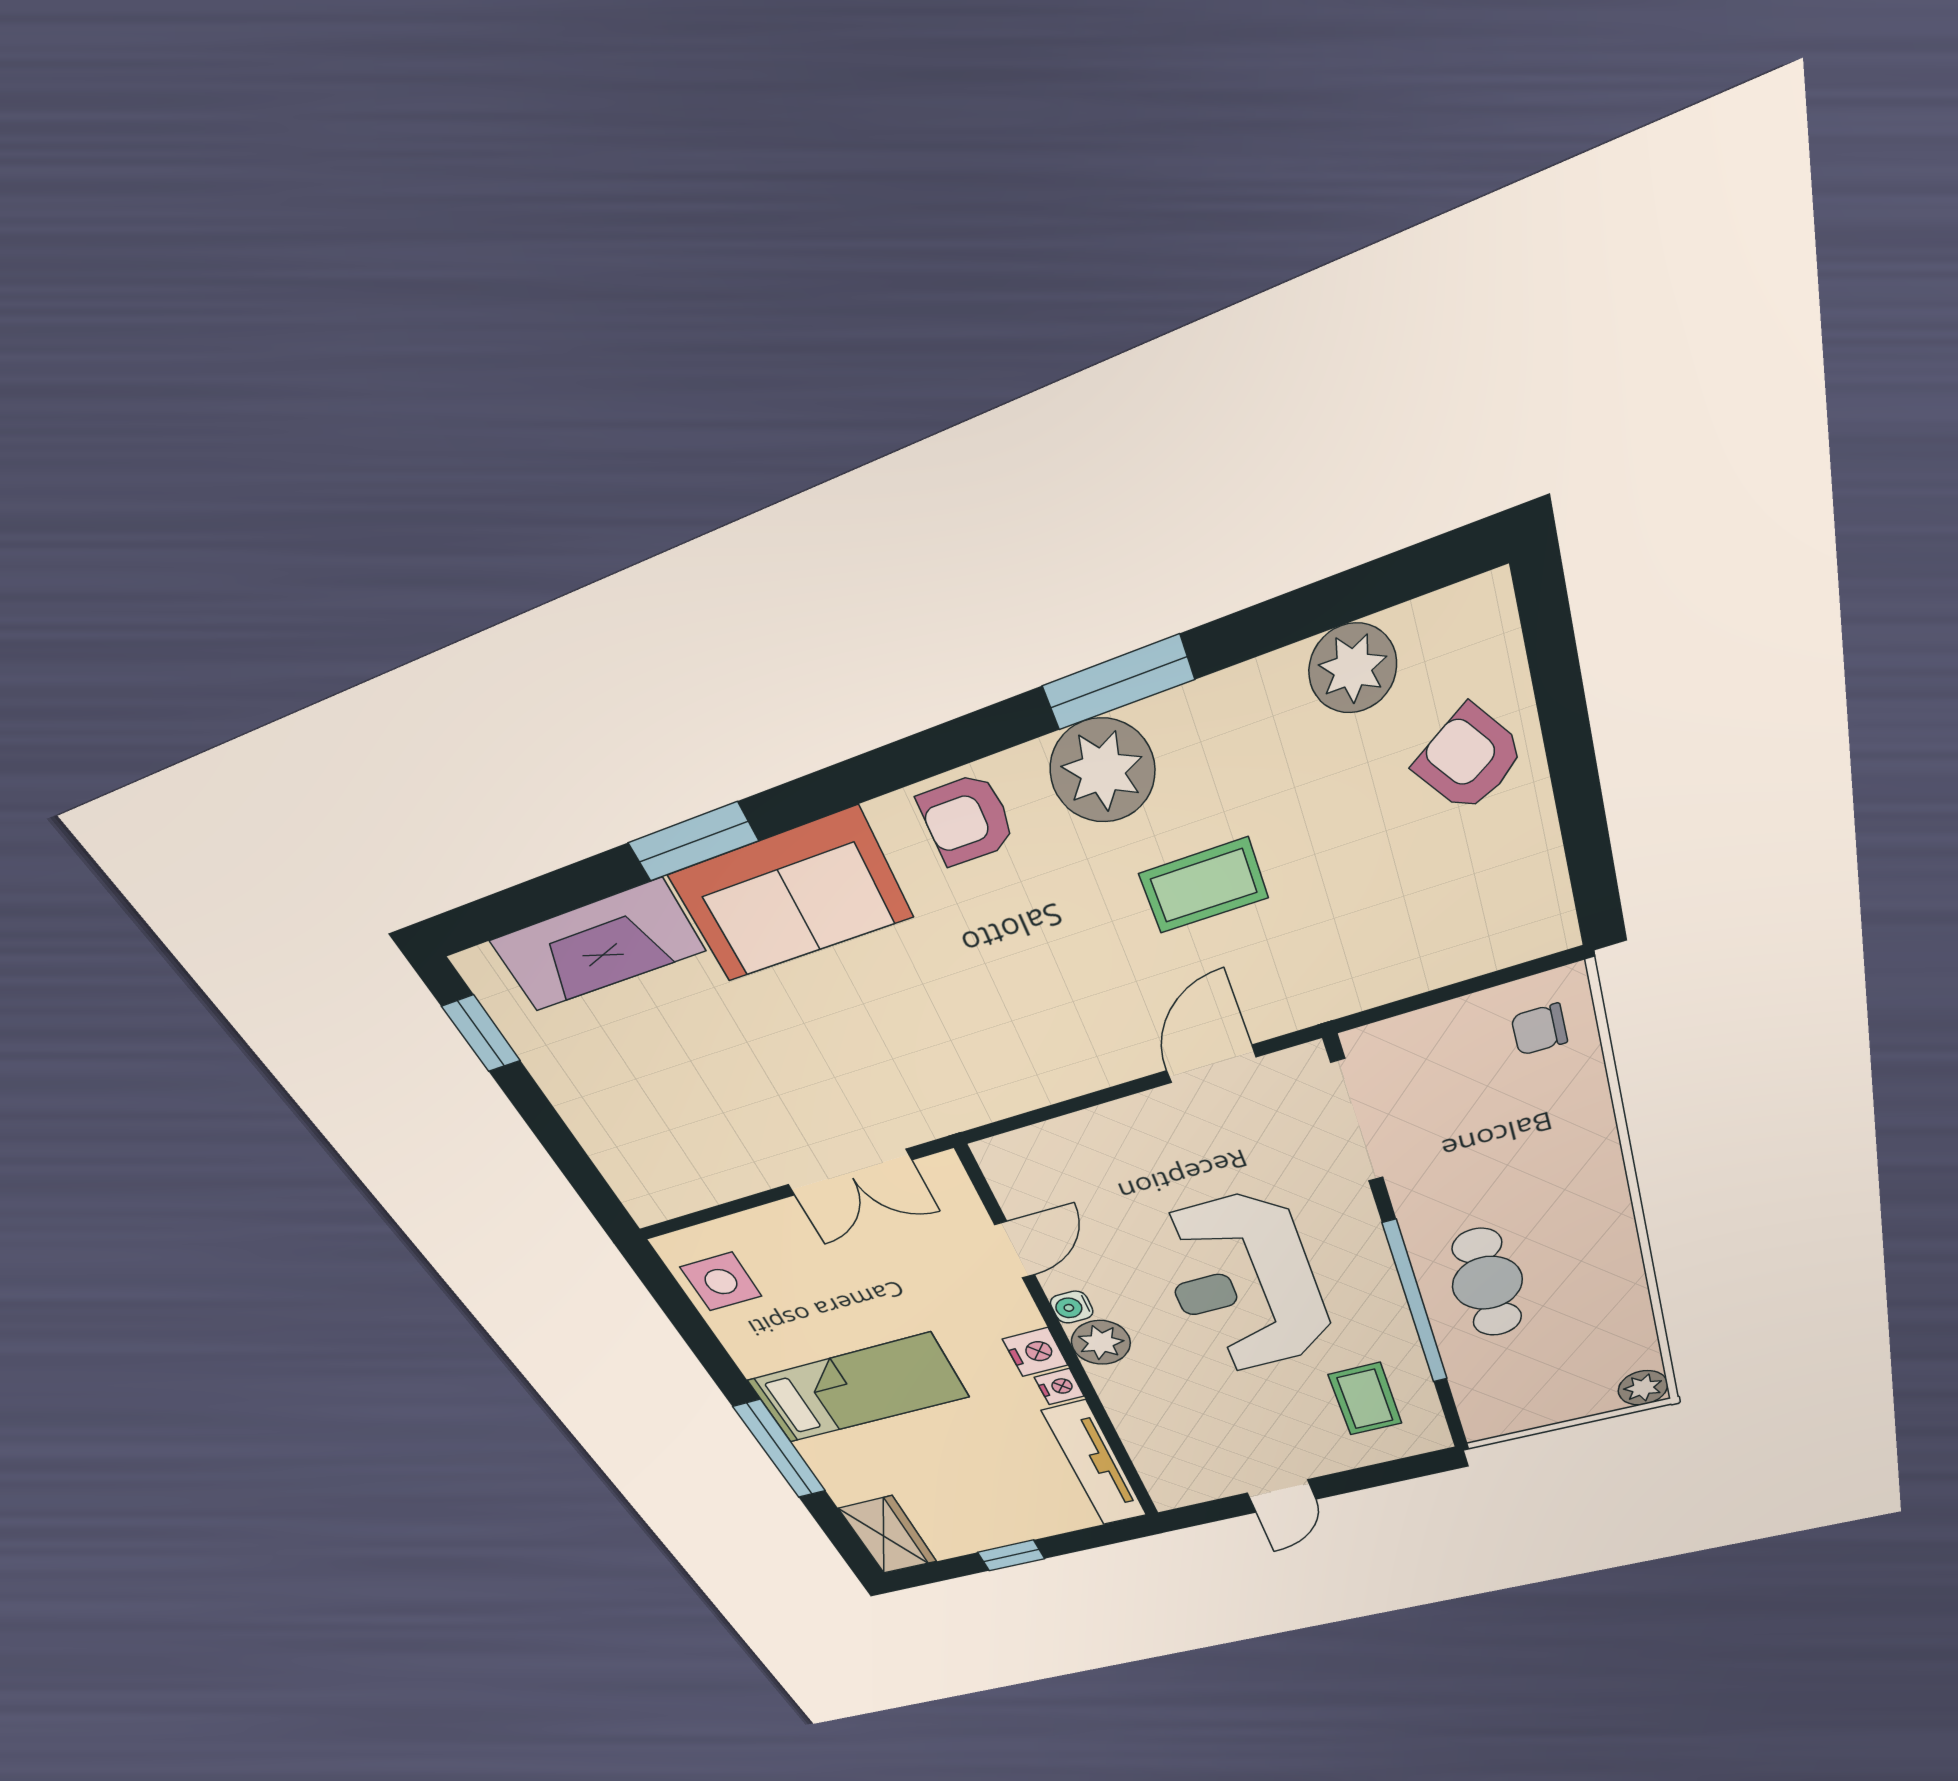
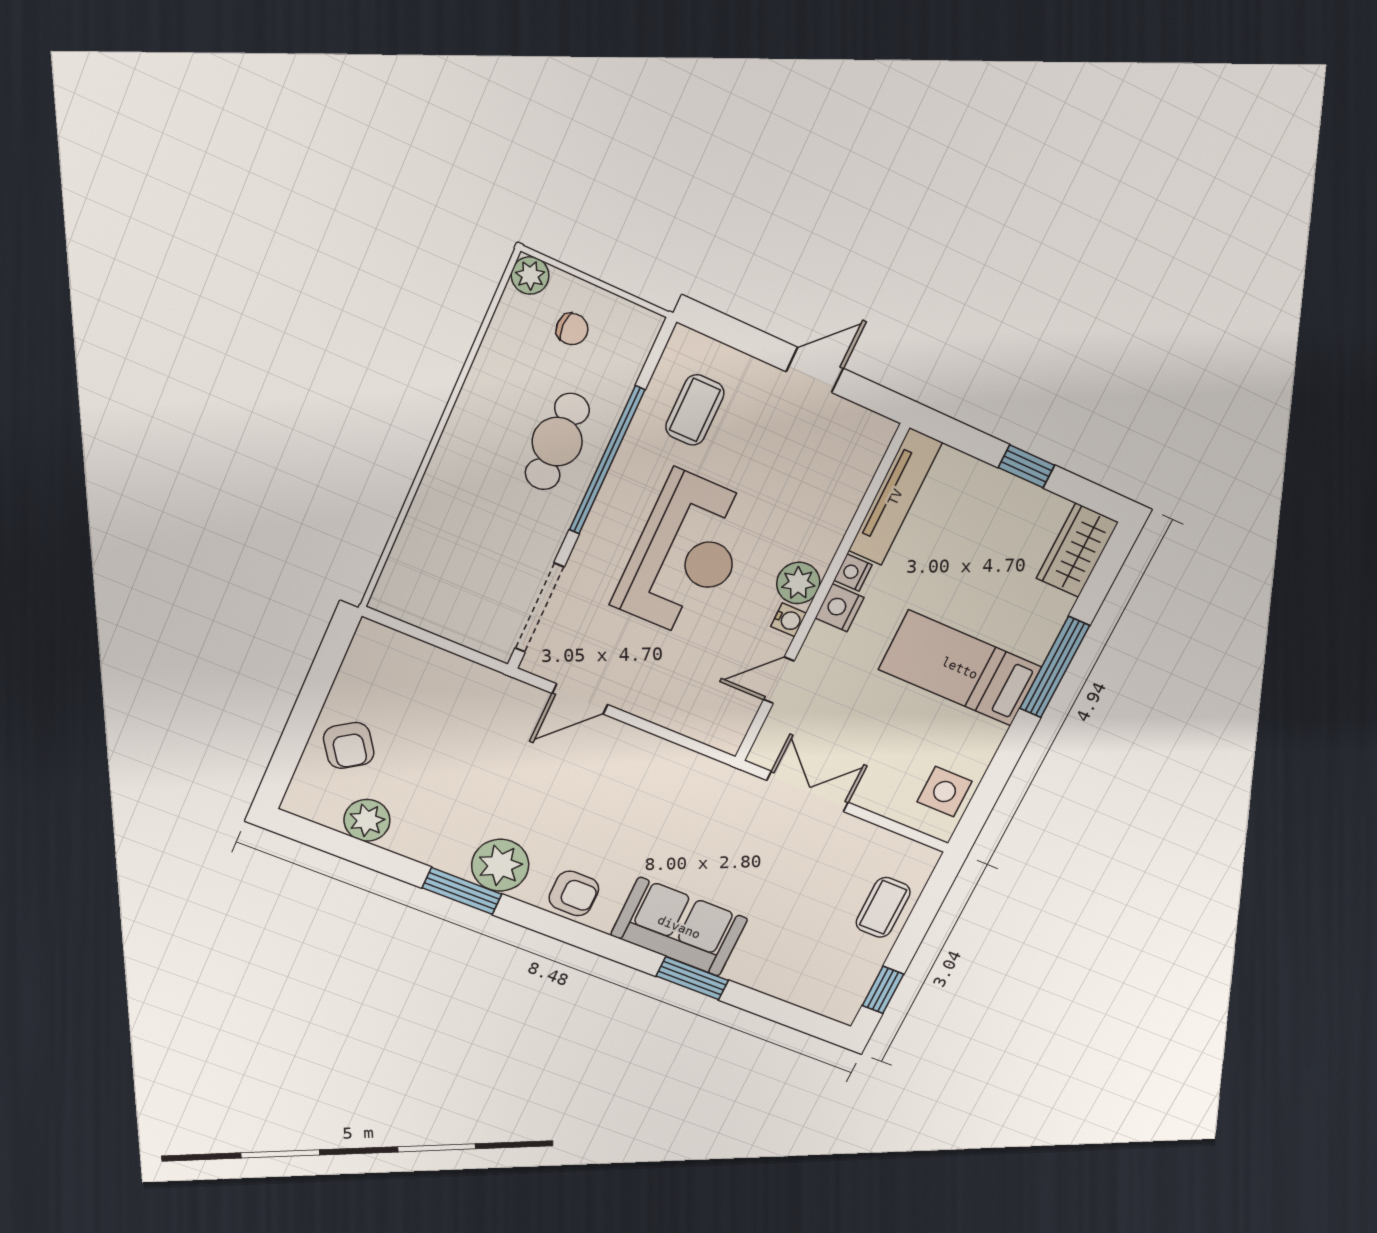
coffee table: (1204, 886) -> (883, 907), moved, turned 90
fireplace: (597, 946) -> (784, 978), removed
chair: (1539, 1029) -> (572, 329), moved

